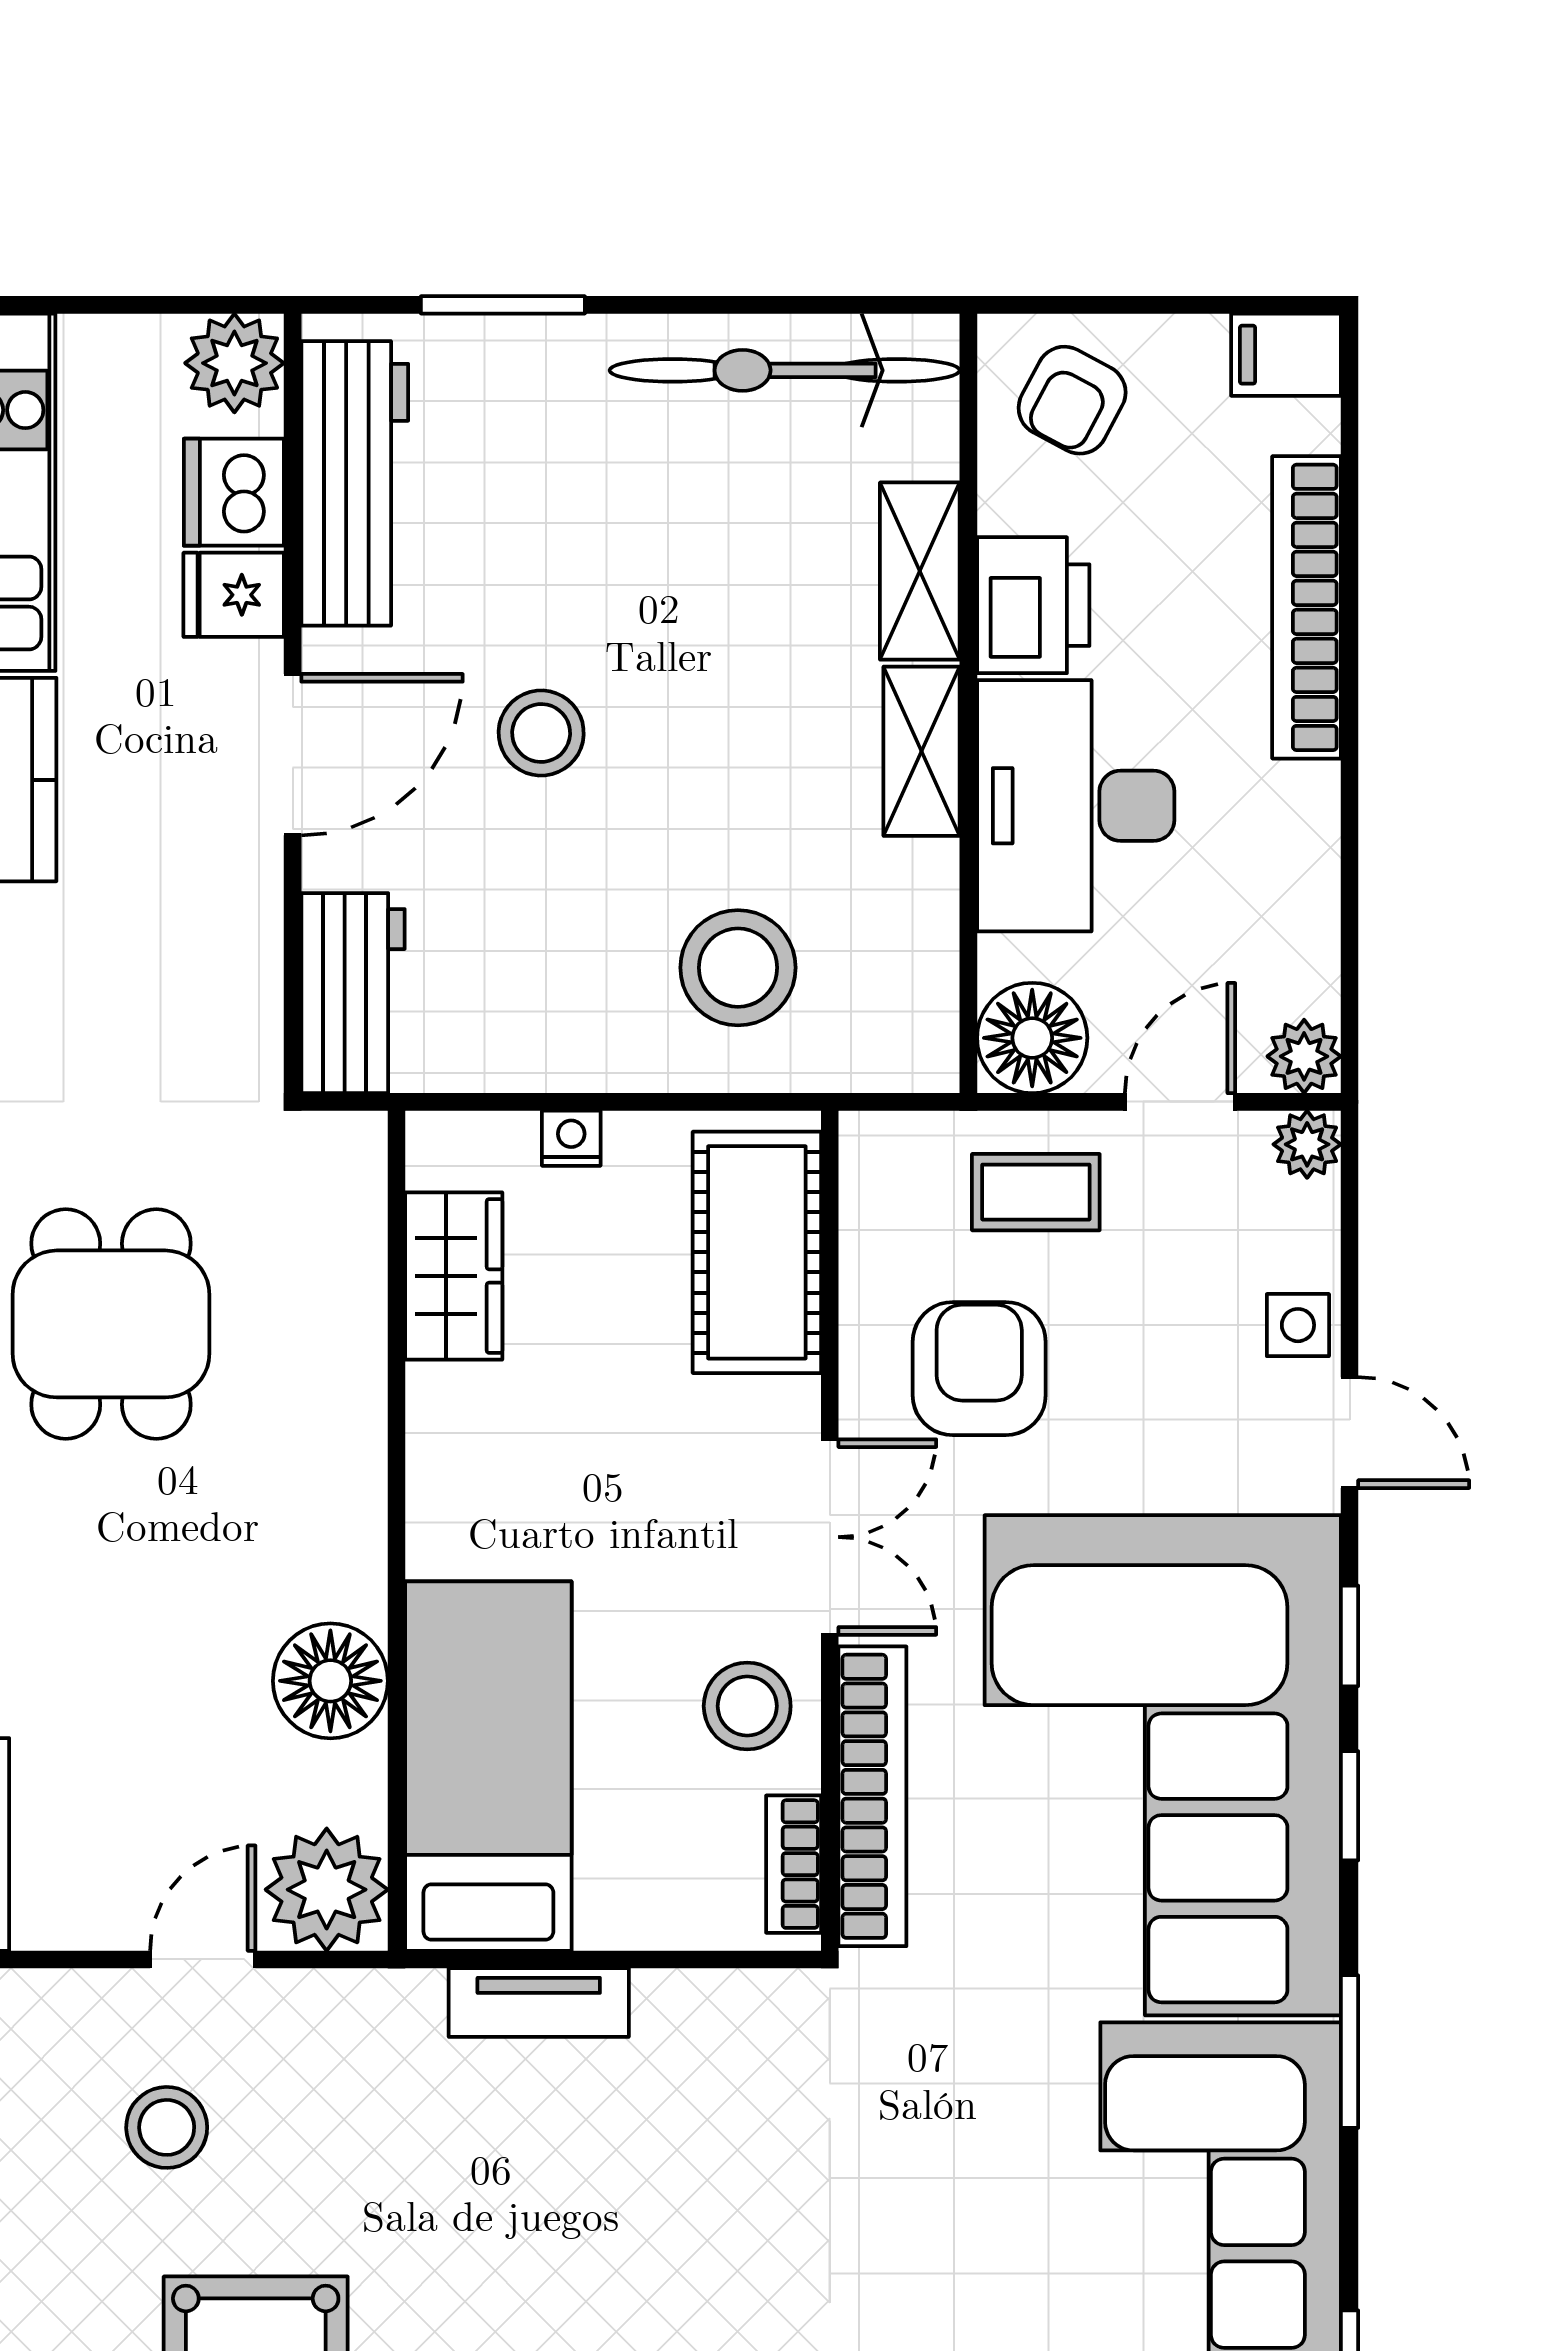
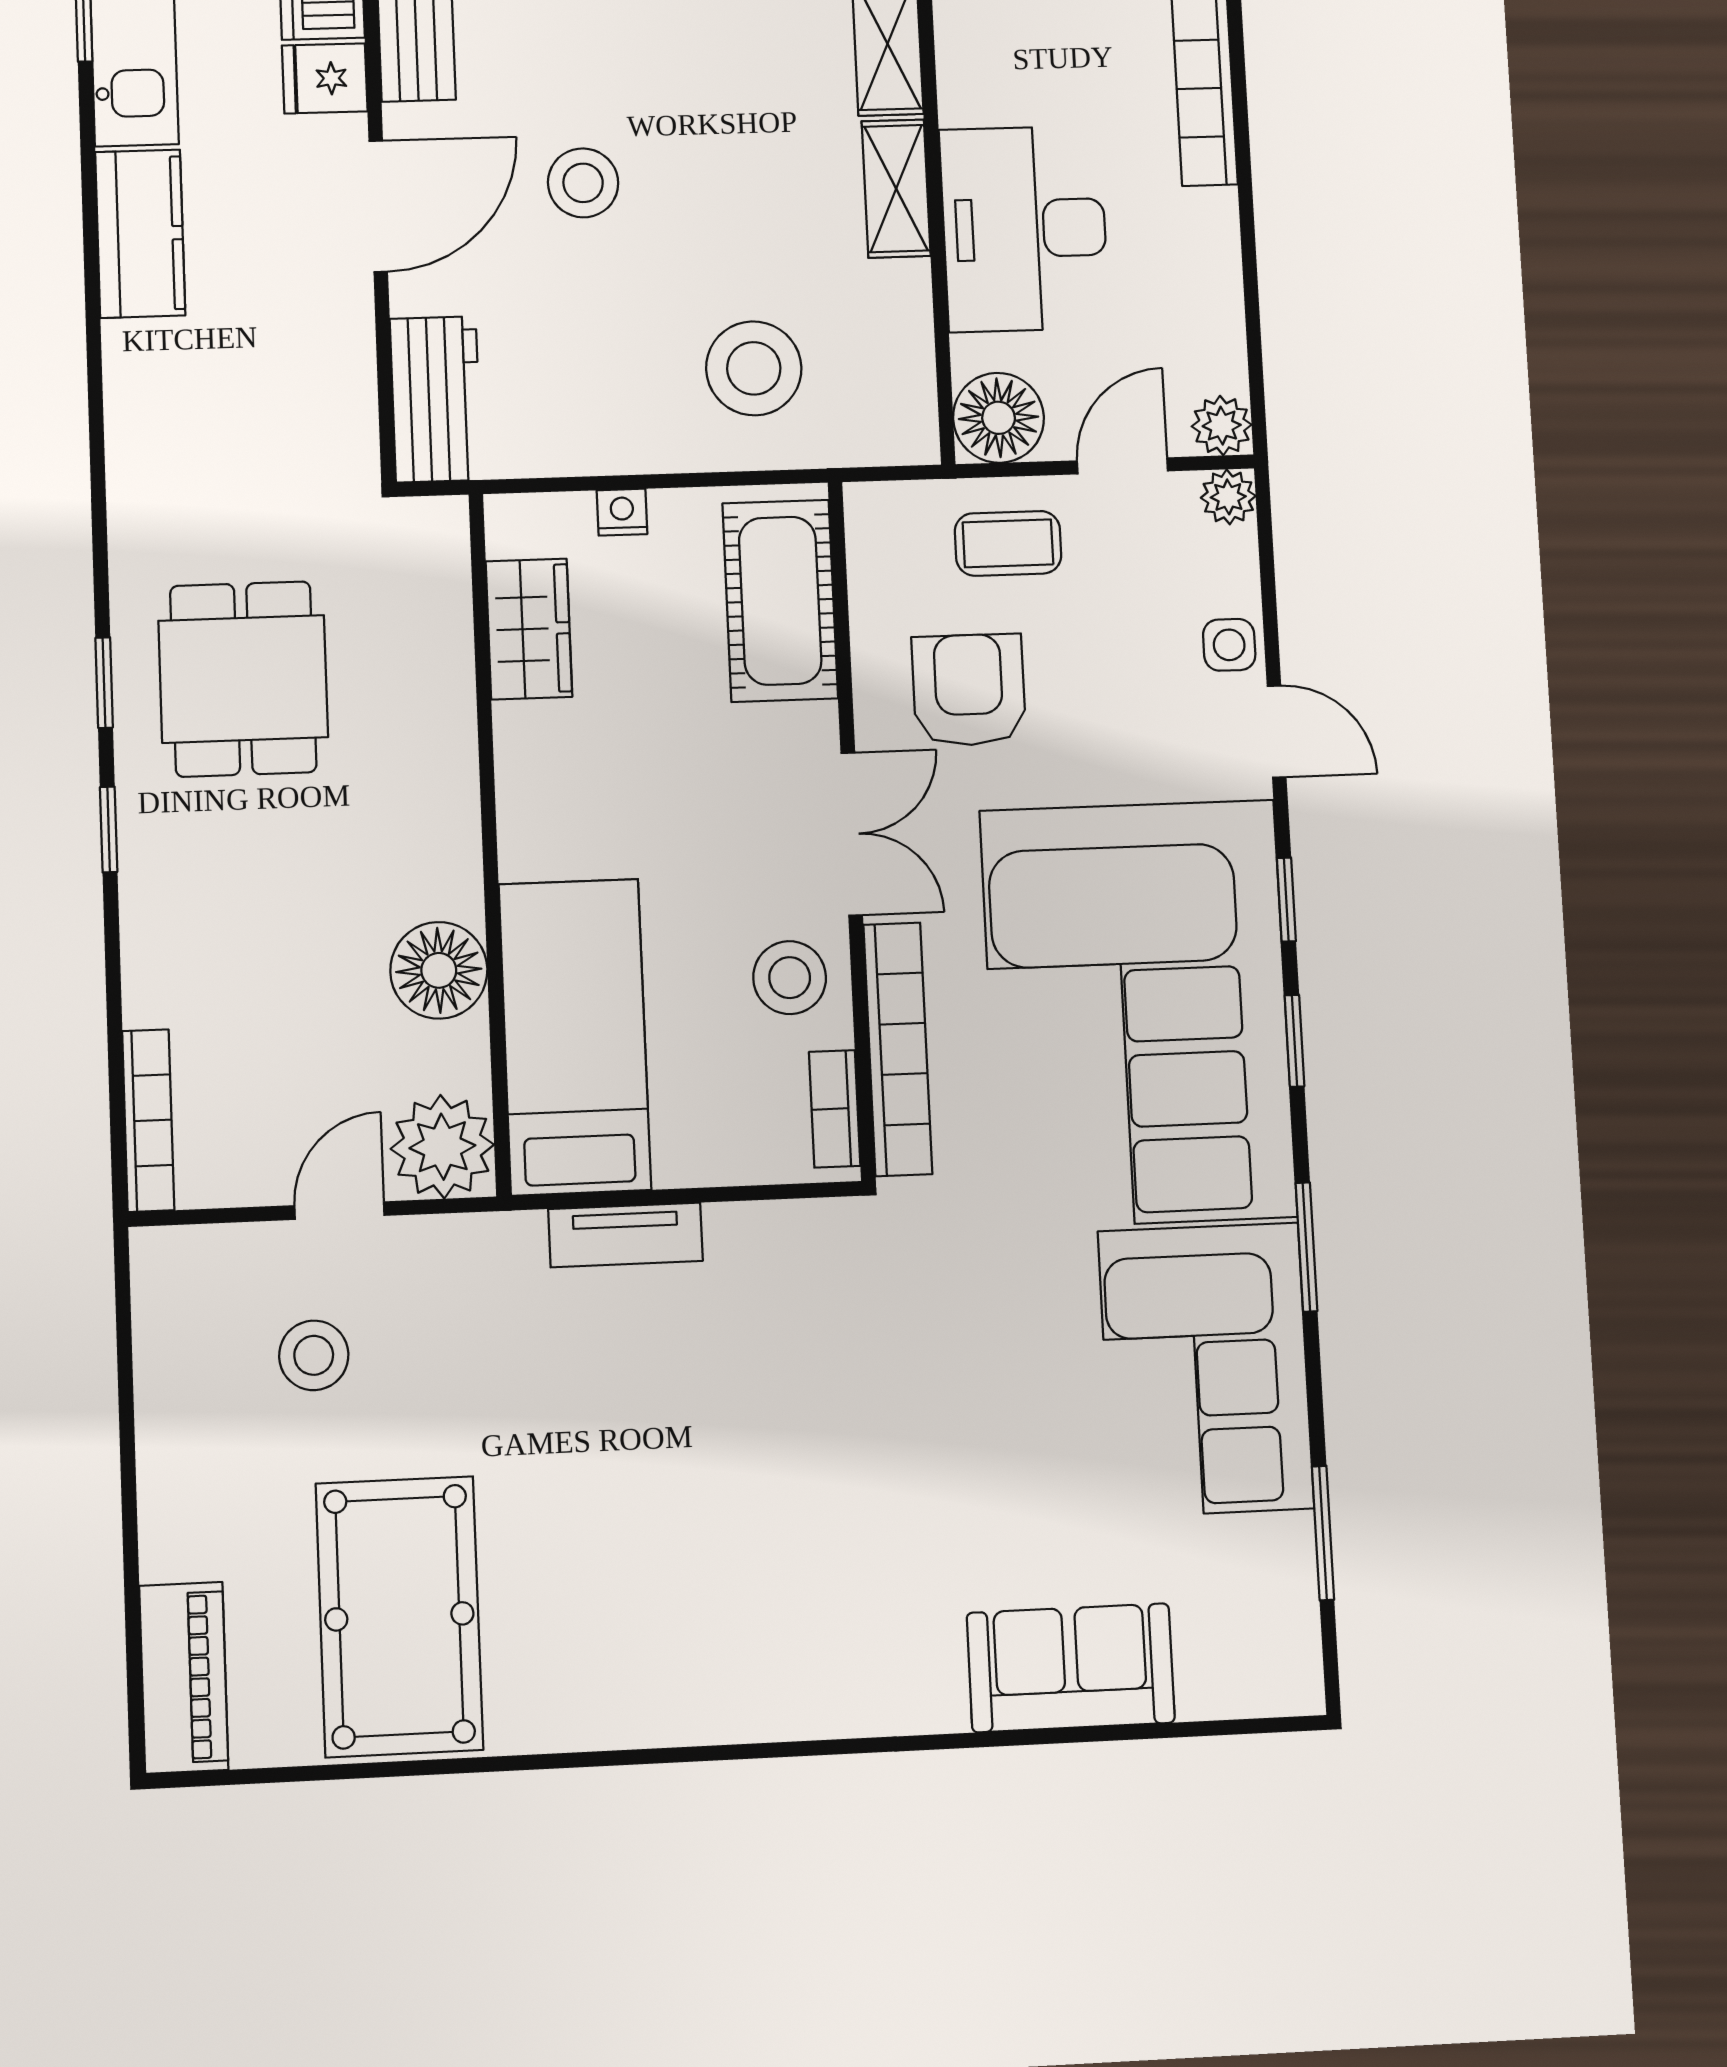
printer: (1033, 605) -> (981, 69), removed

